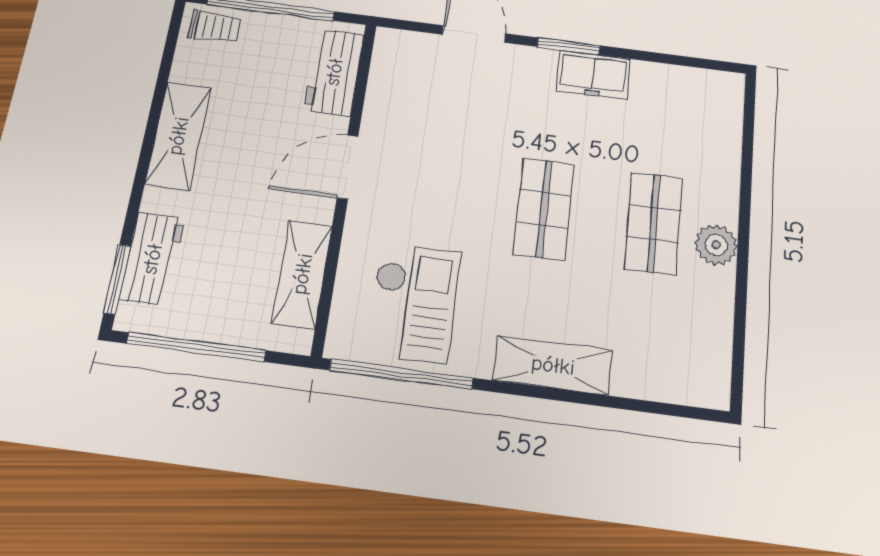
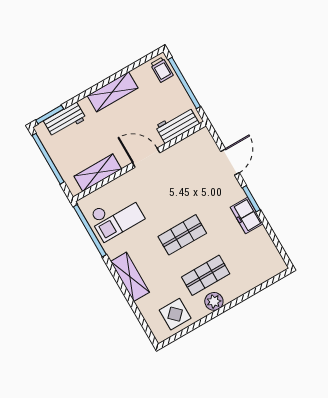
display table: (690, 334) -> (175, 314), added

